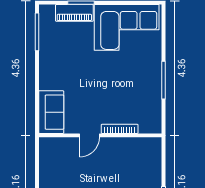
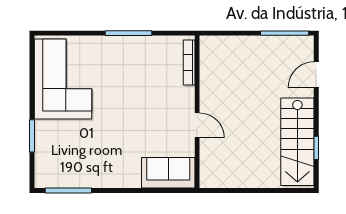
piano: (74, 13) -> (45, 144), removed
bookcase: (120, 129) -> (189, 62), moved

